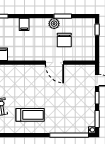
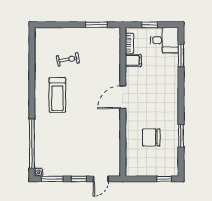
filing cabinet: (24, 24) -> (171, 87), removed
plant: (54, 24) -> (172, 125), removed
door: (55, 63) -> (123, 97), moved

